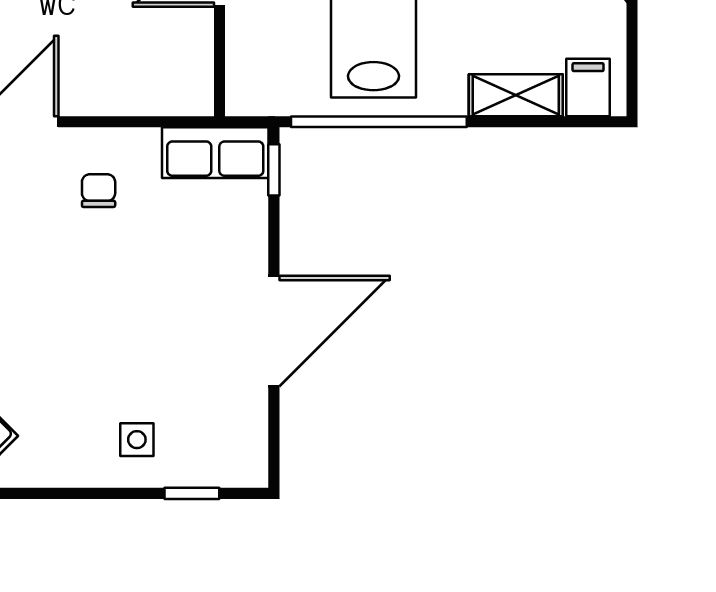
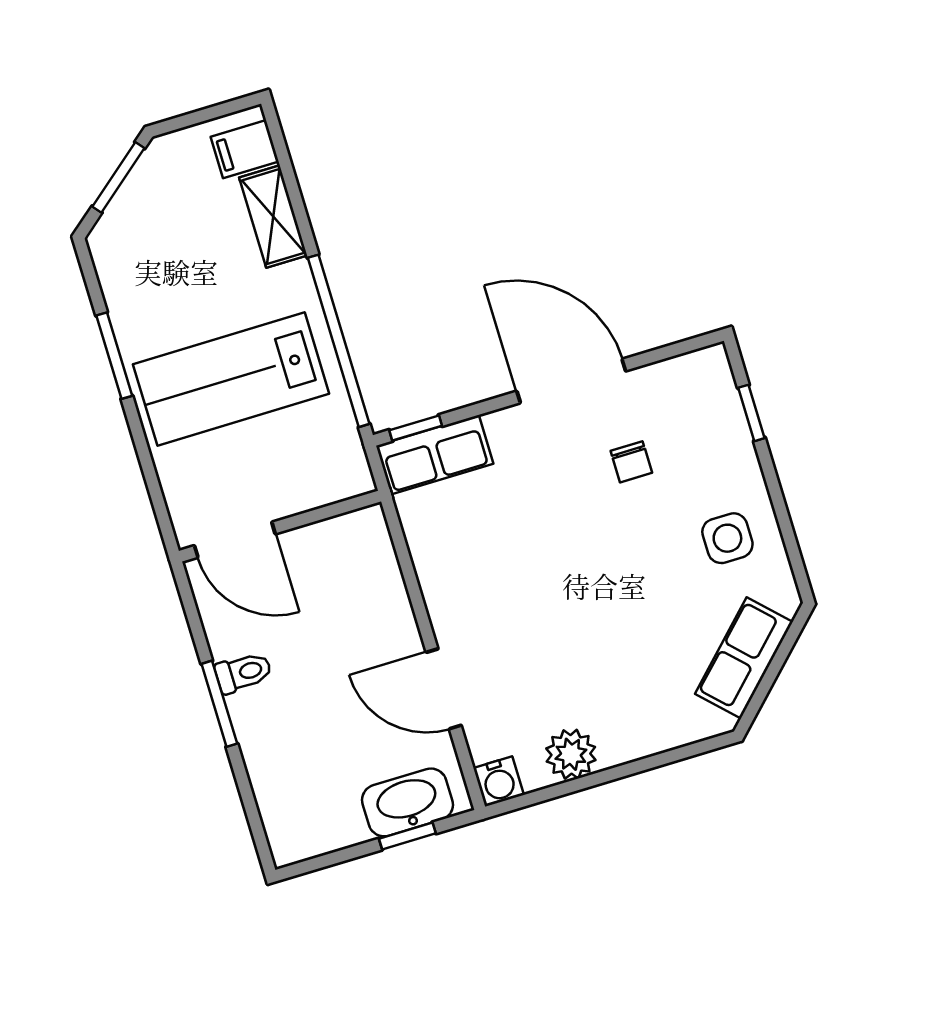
row of seats: (215, 153) -> (435, 455), moved, turned 90
chair: (99, 191) -> (631, 462), moved, turned -90
side table: (137, 440) -> (727, 538), moved, width x1.37, depth x1.37

